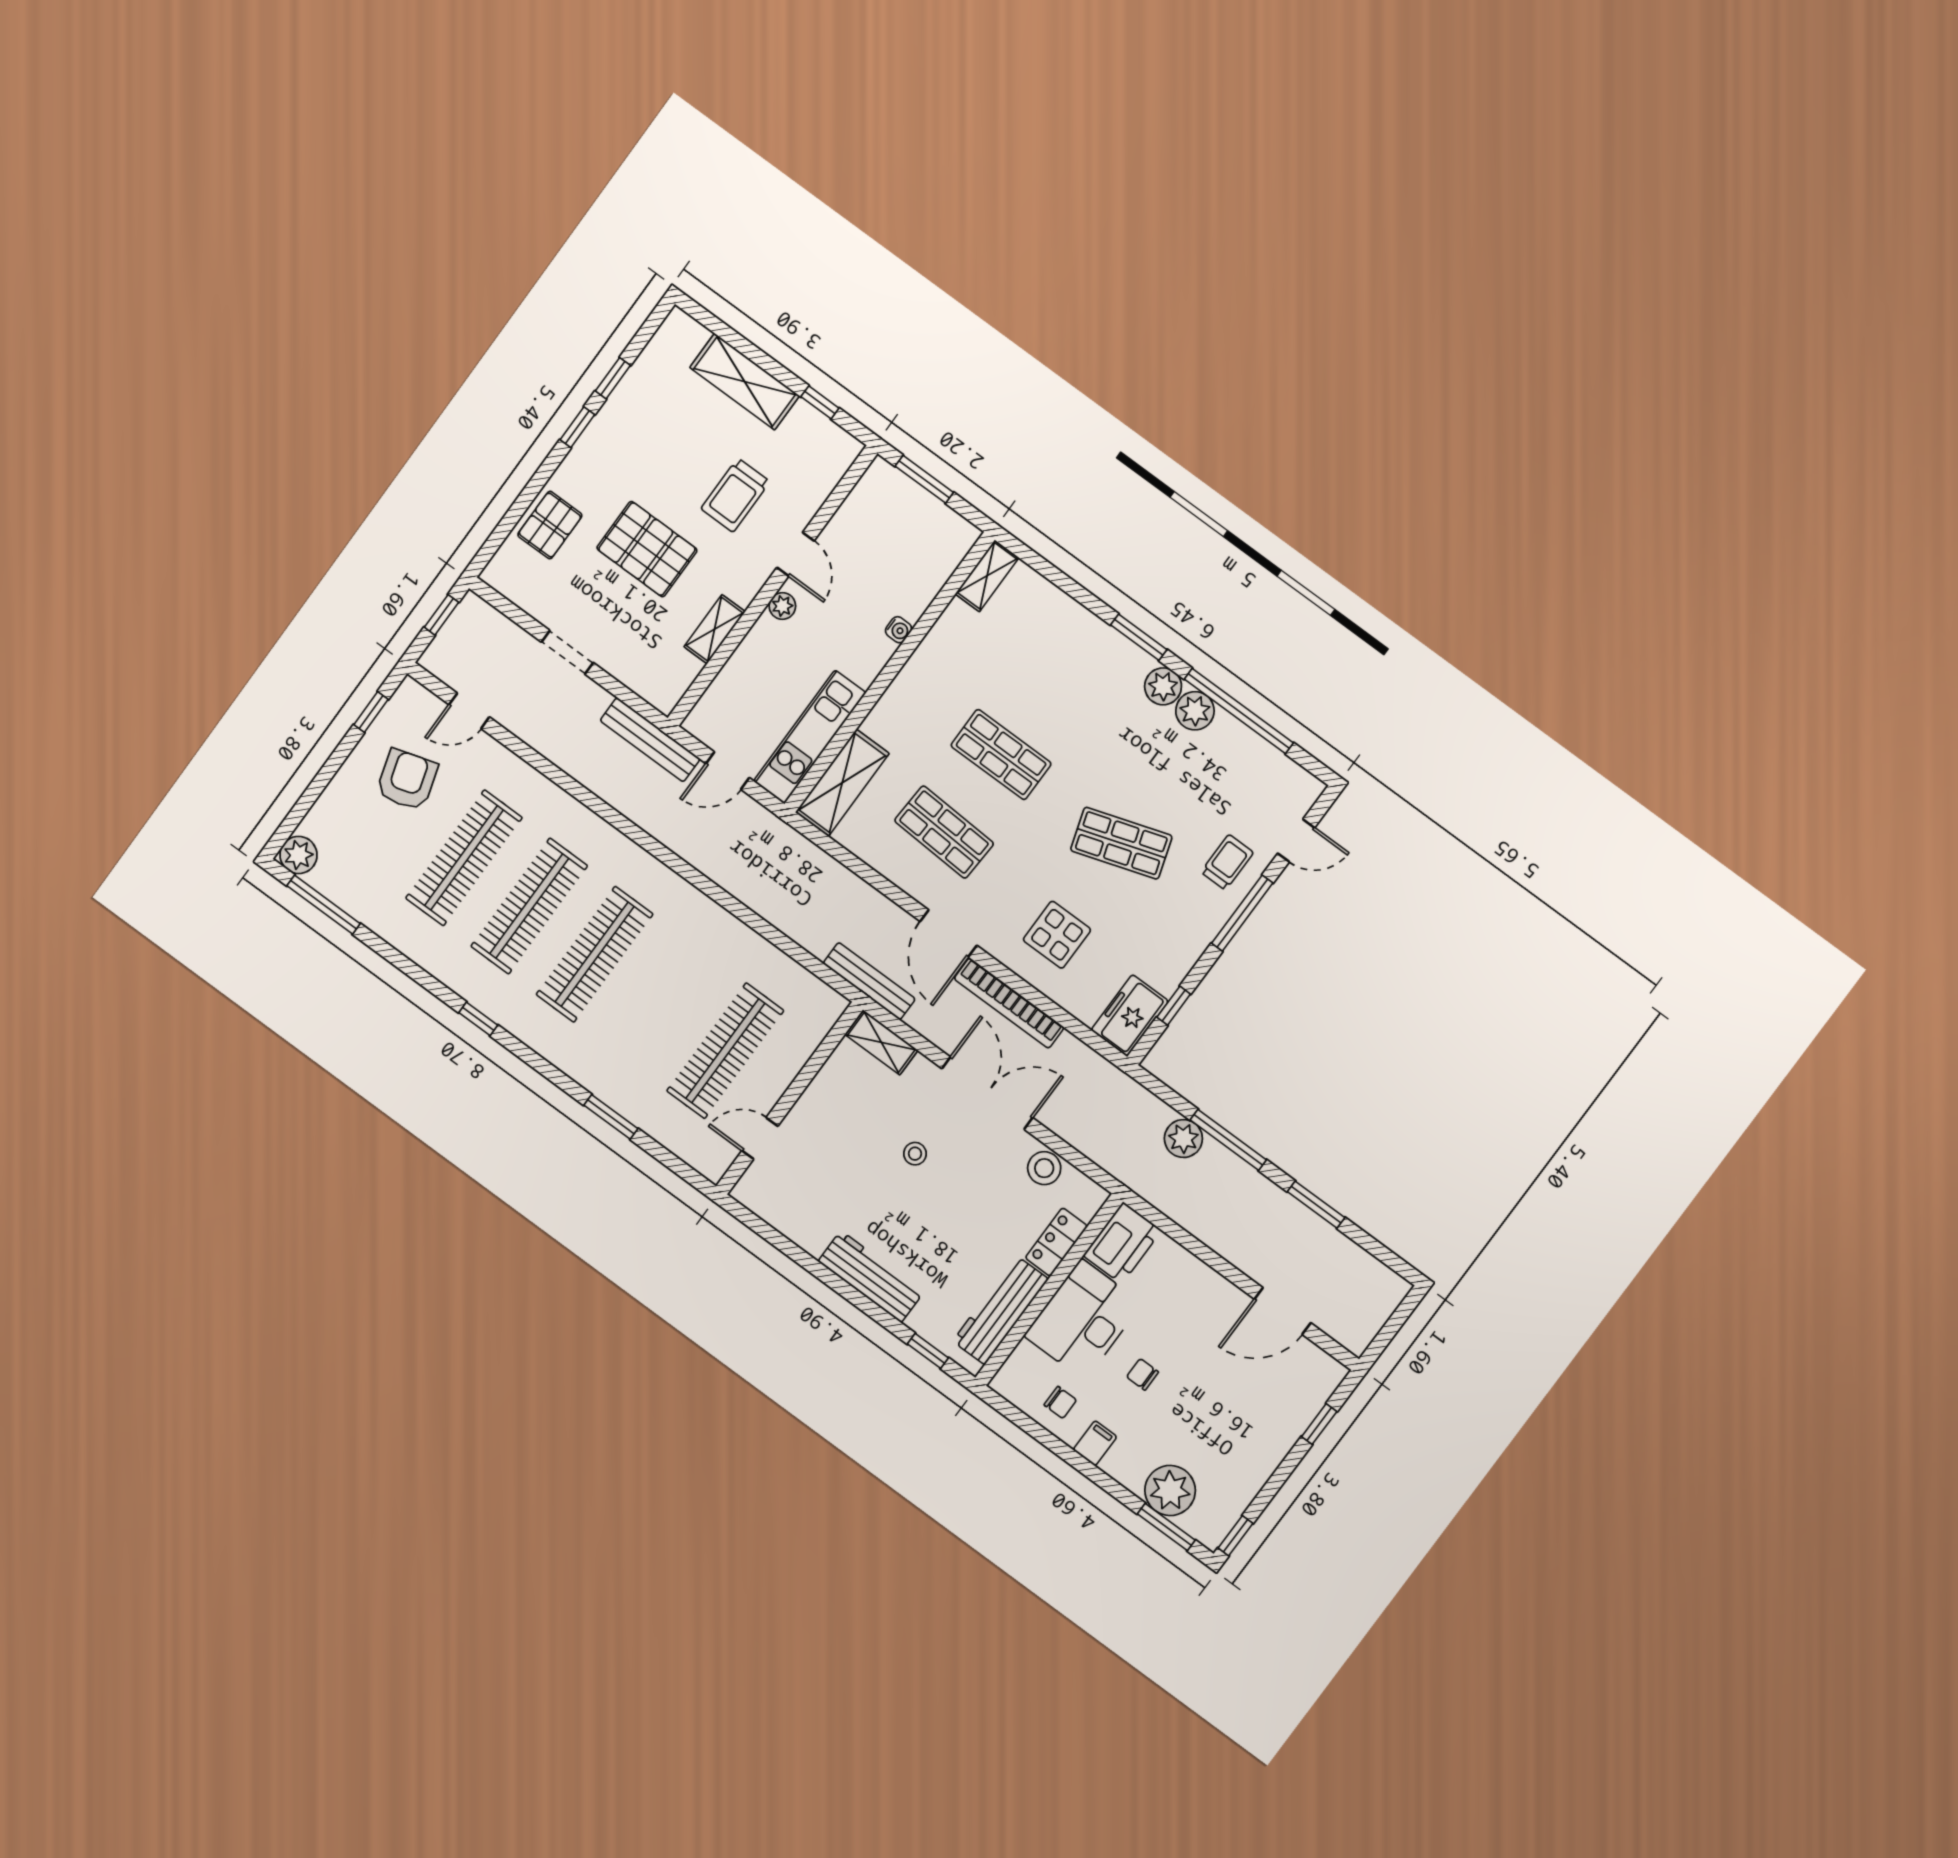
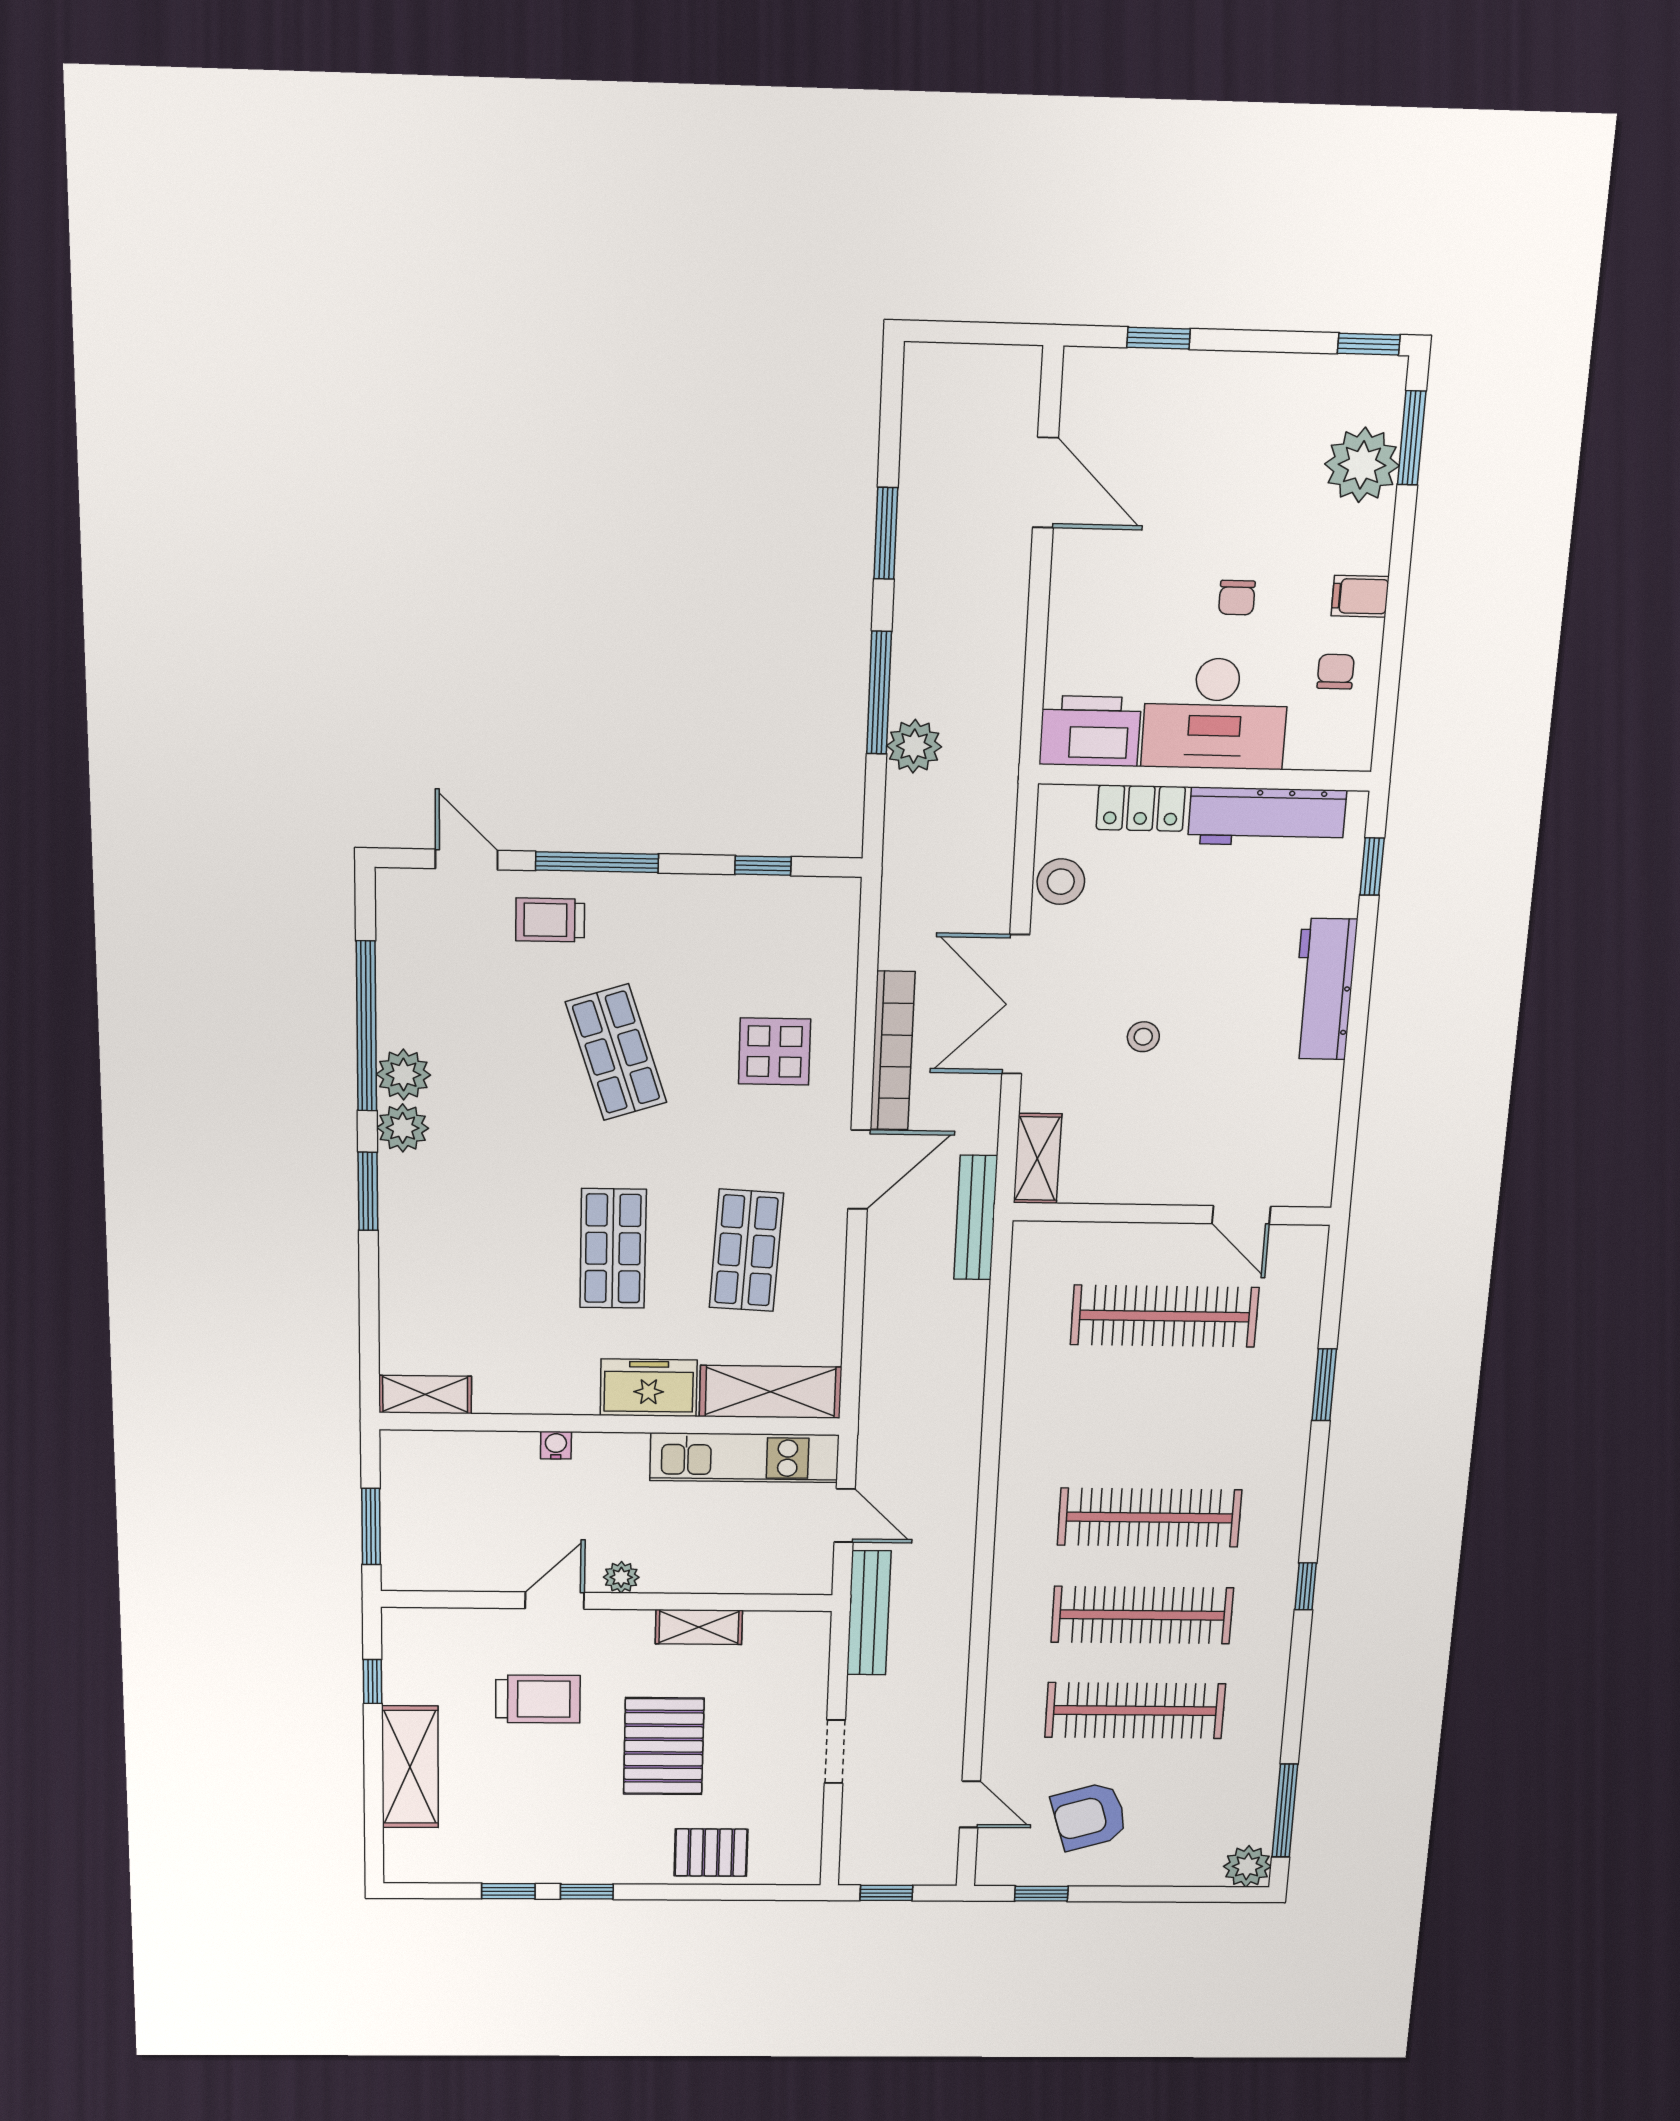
freezer: (1130, 1016) -> (649, 1388), moved, turned 180

